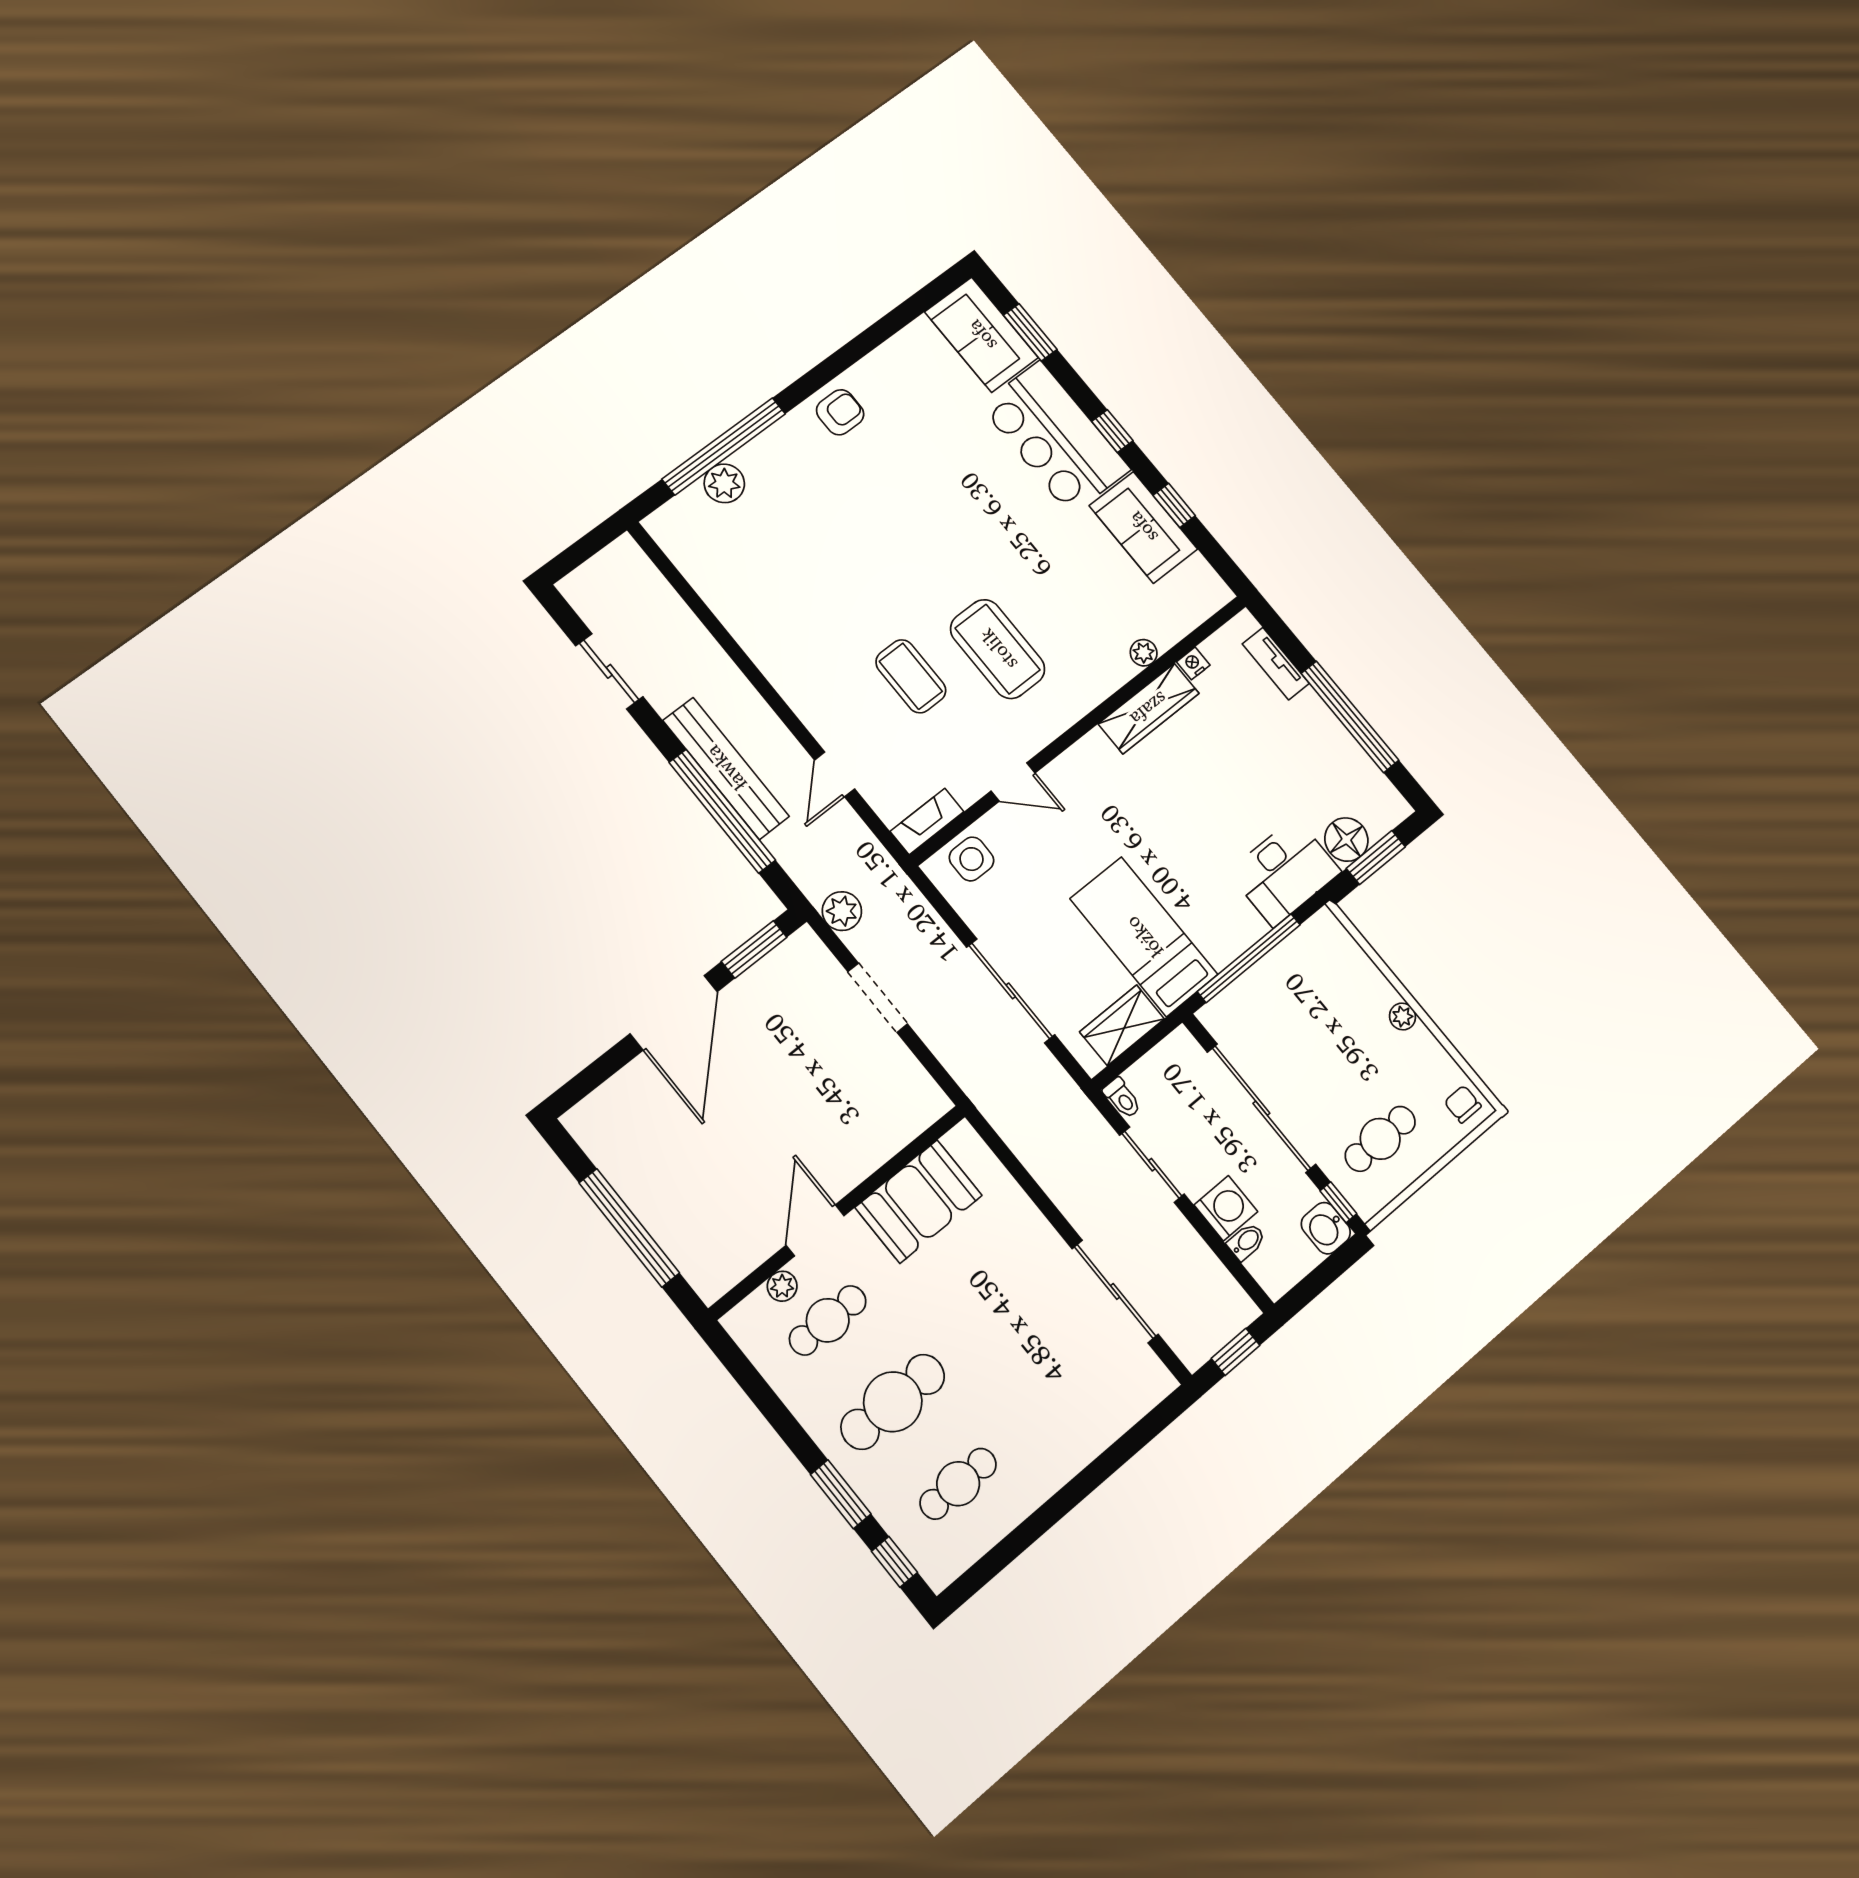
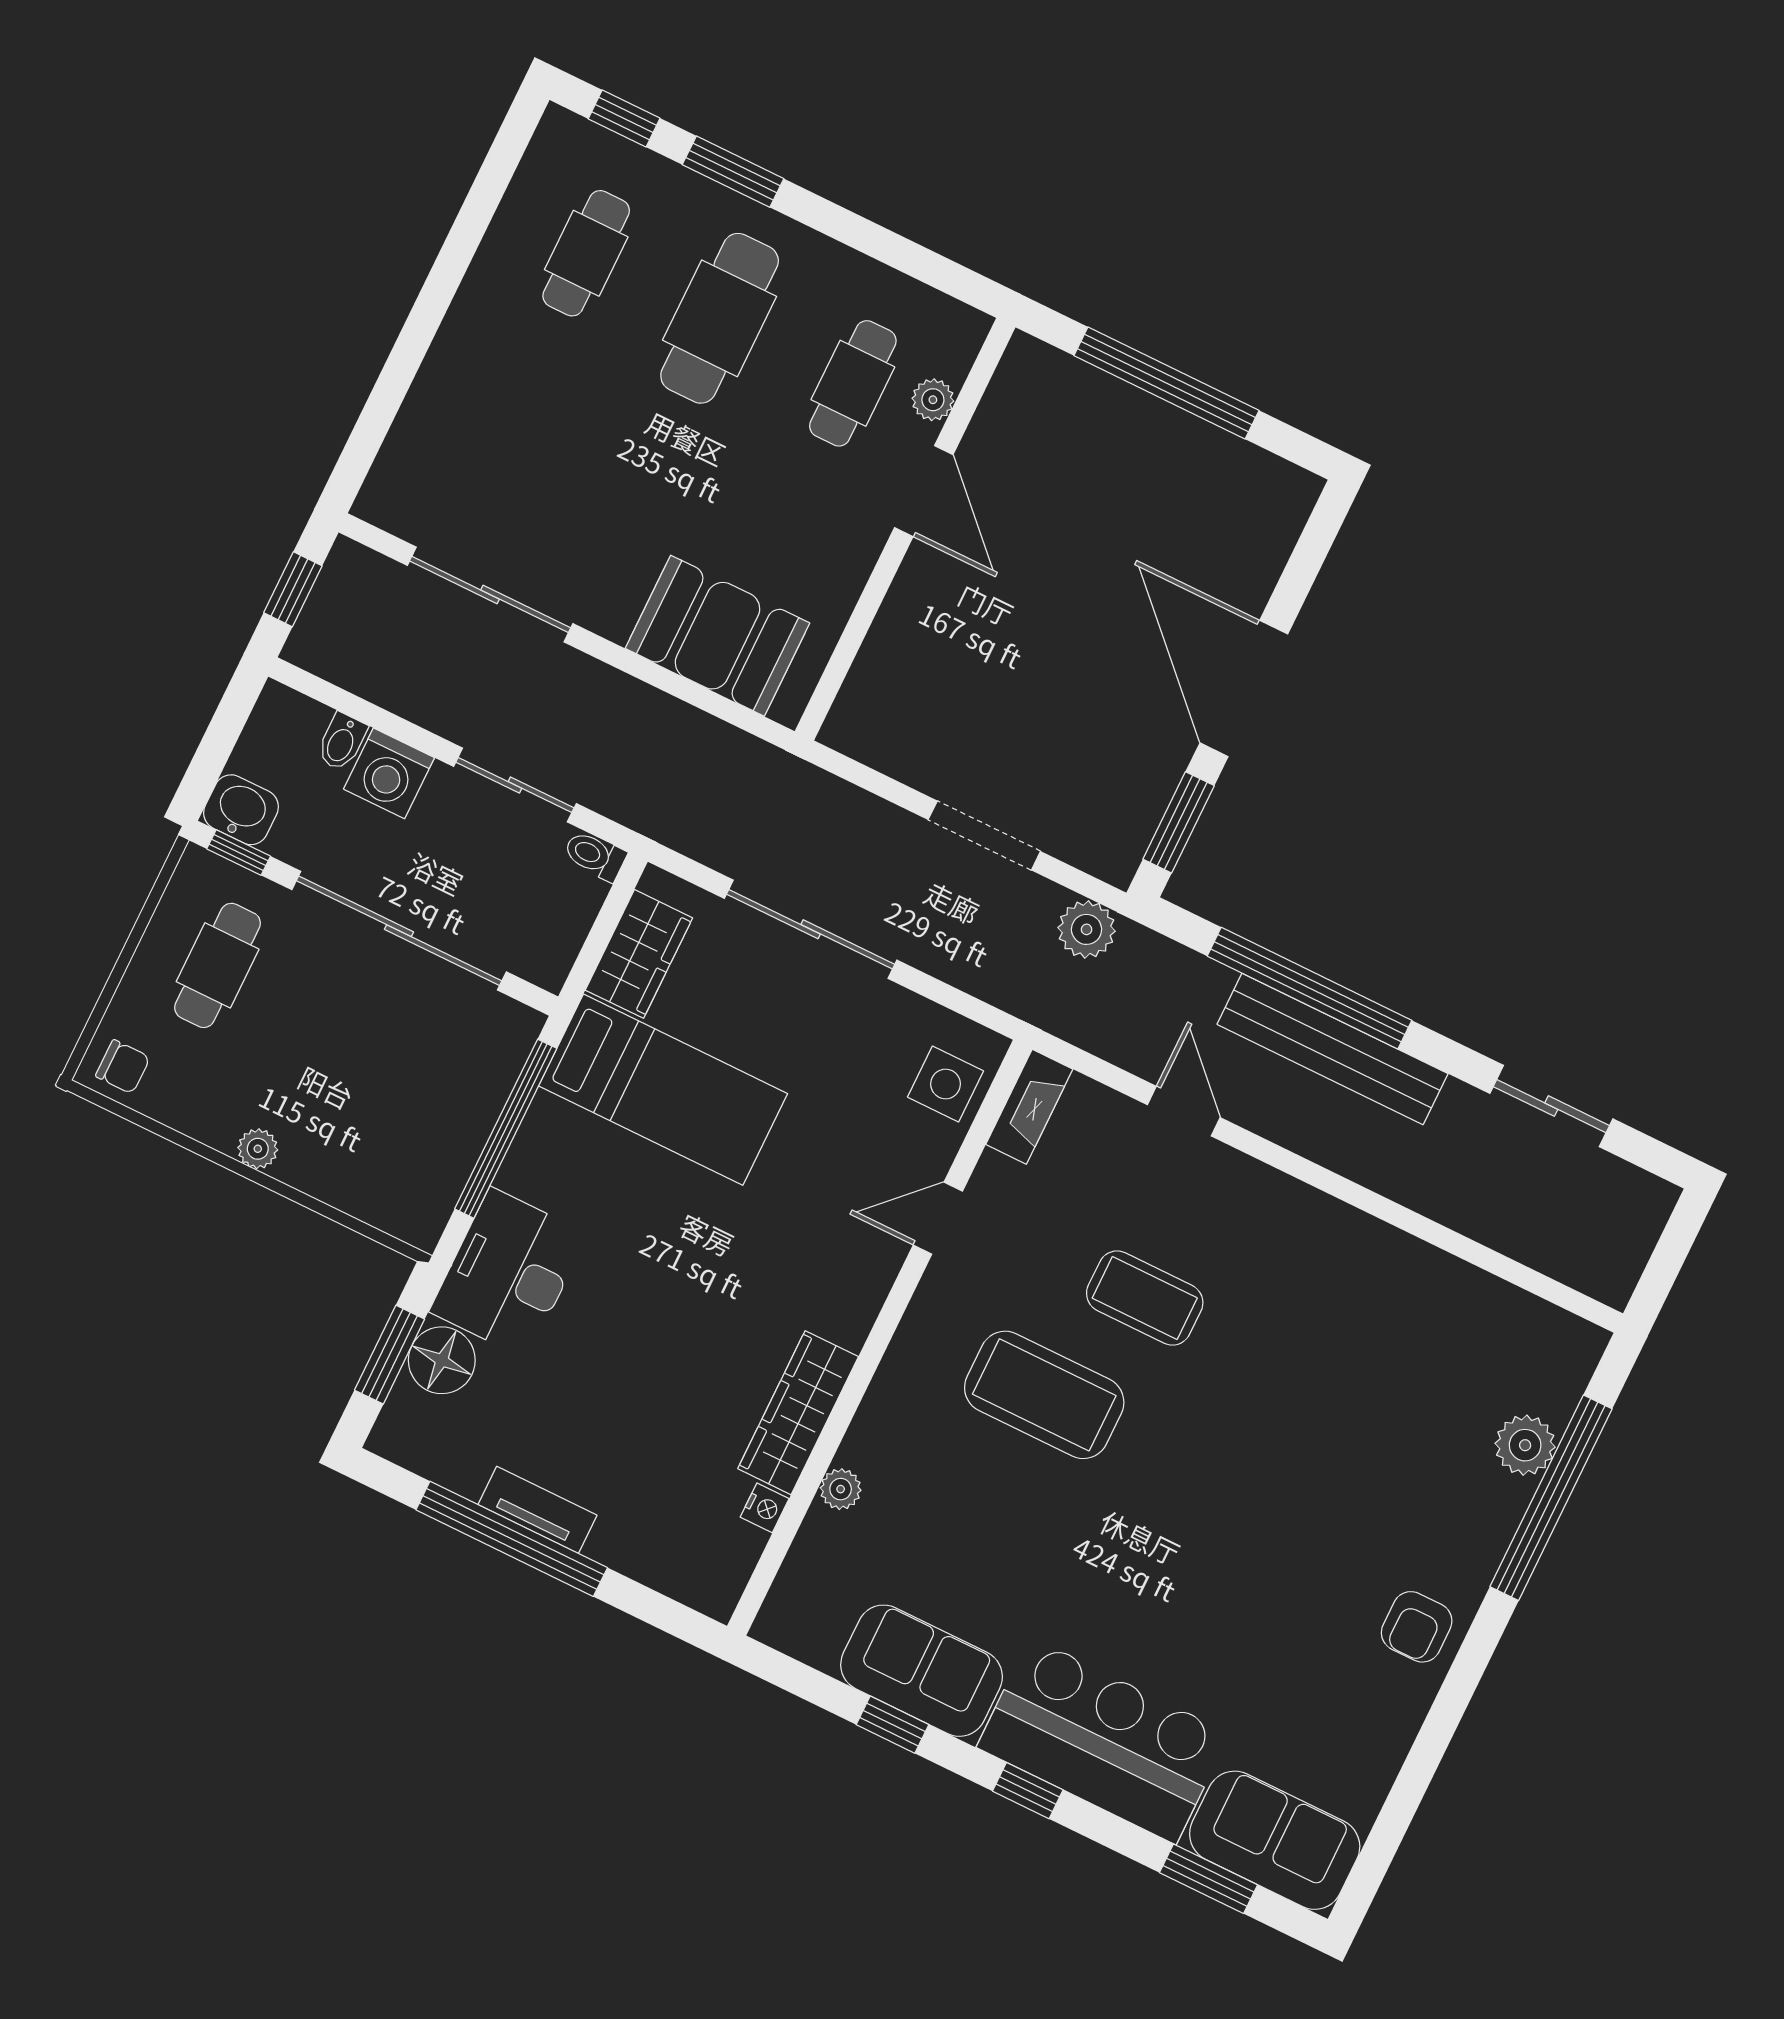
tv unit: (1276, 664) -> (537, 1510), moved
booth: (919, 1201) -> (718, 636), moved, turned 90

